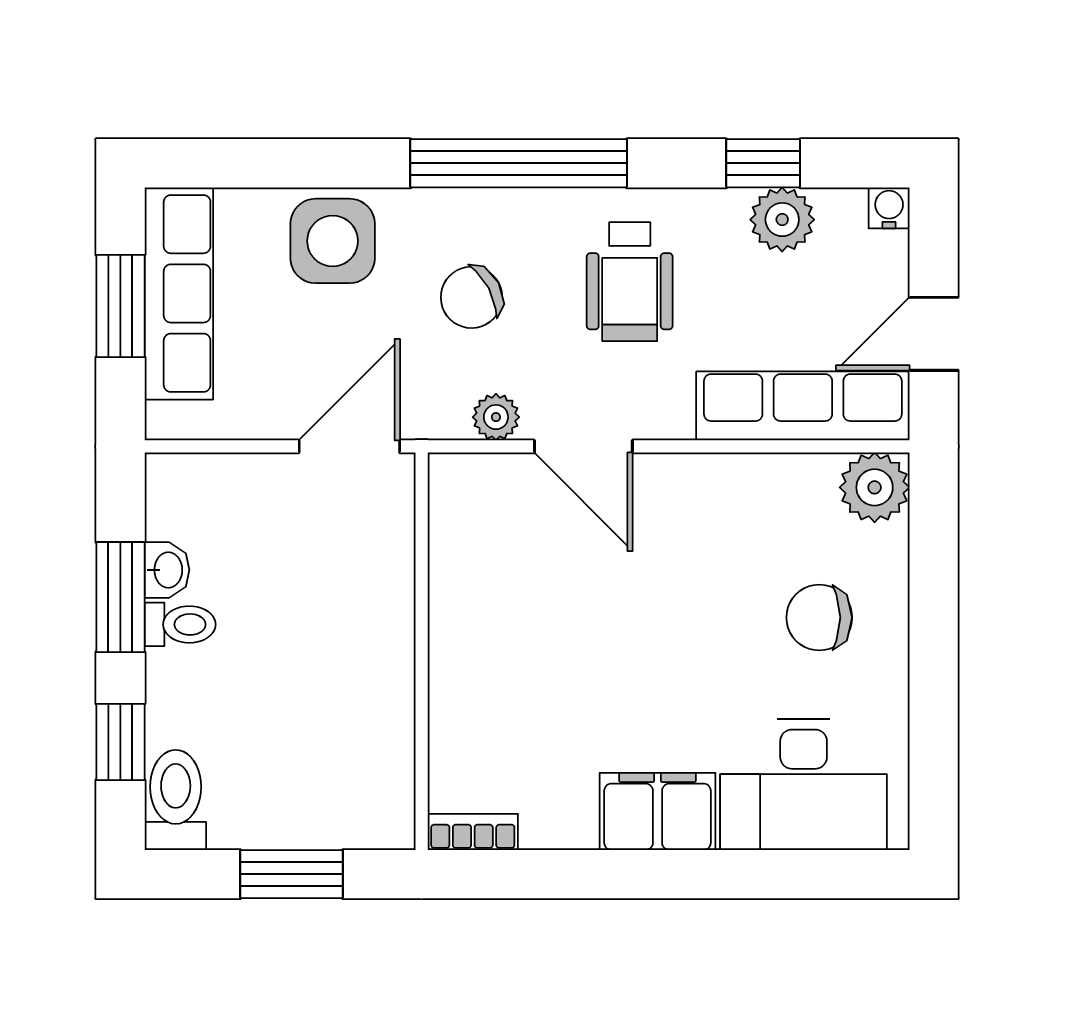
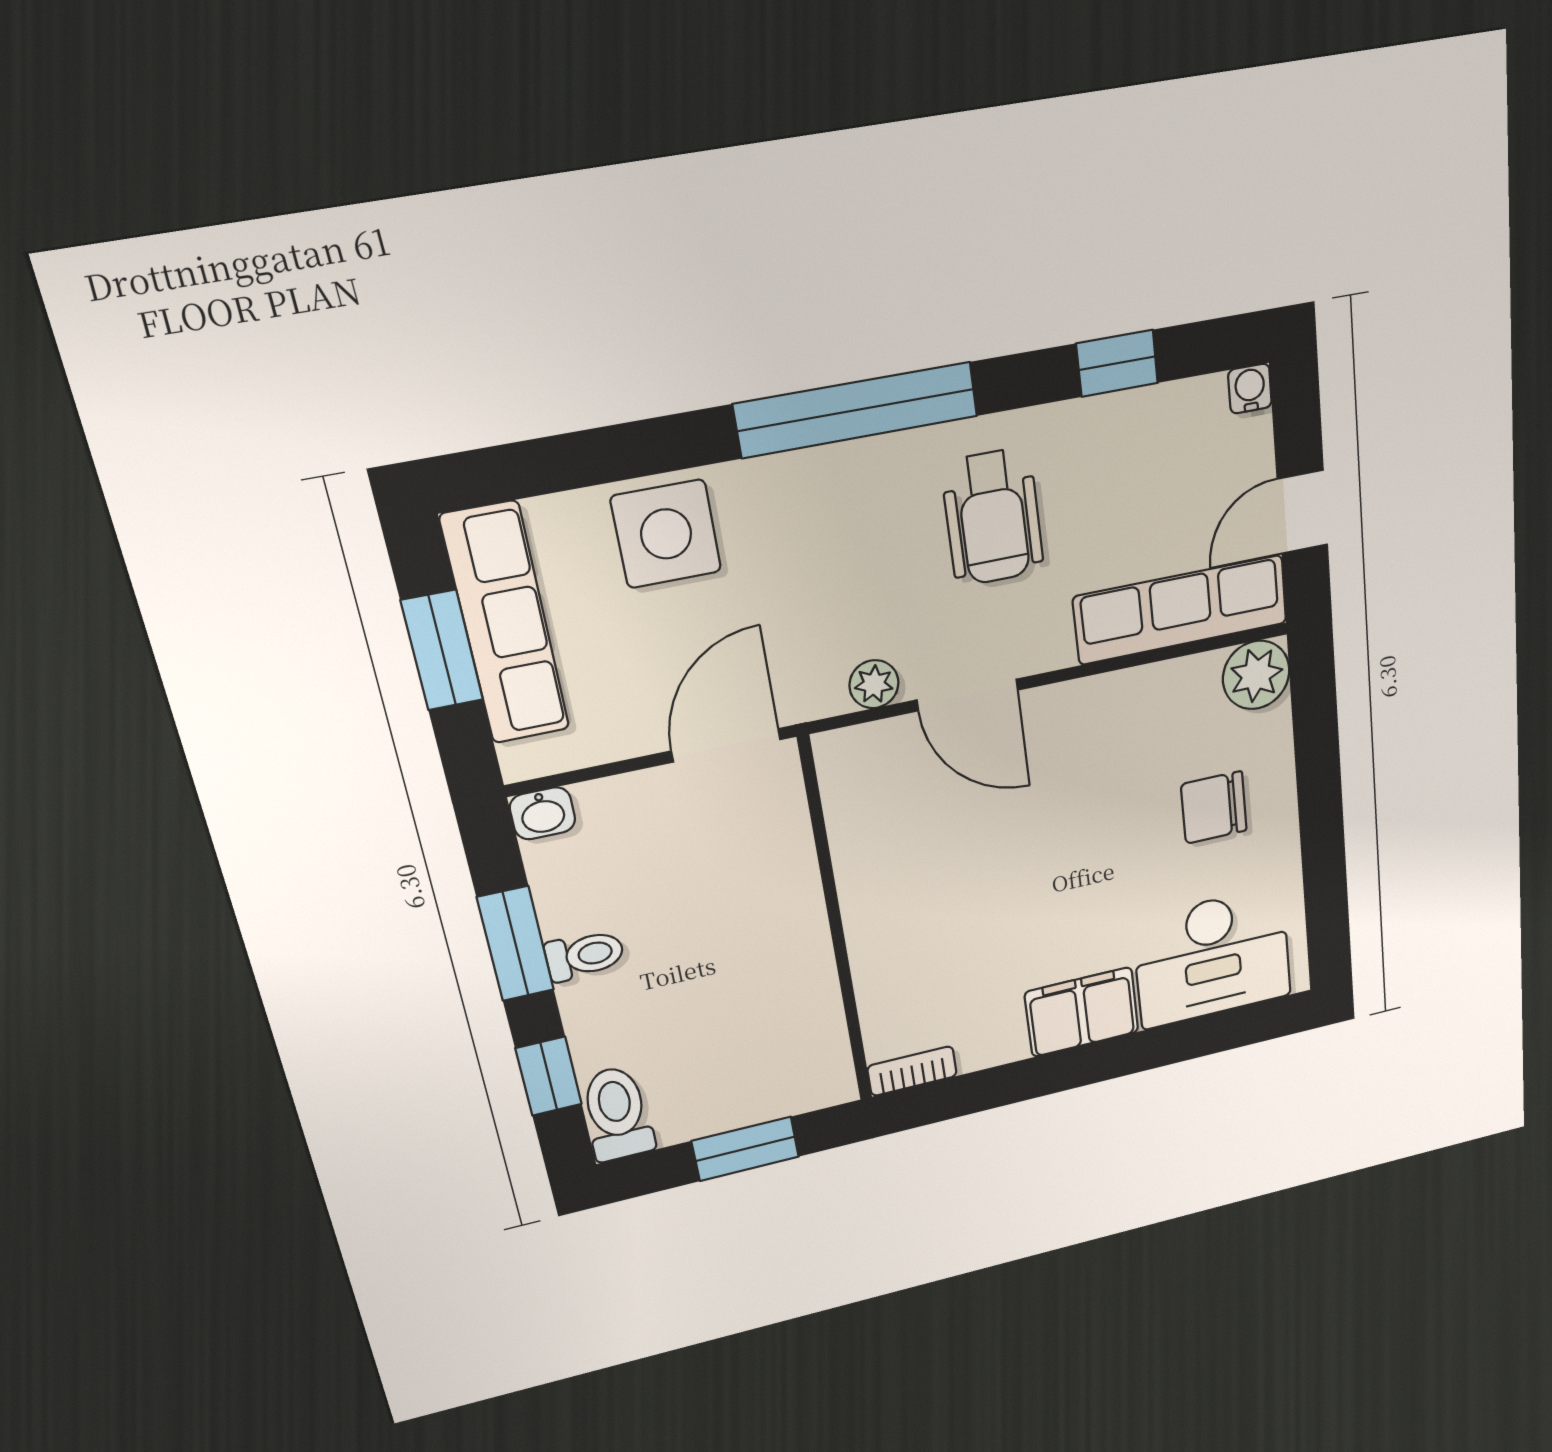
plant: (782, 220) -> (1143, 421), removed
chair: (472, 297) -> (829, 566), removed
washbasin: (167, 570) -> (543, 813), moved, turned 90

